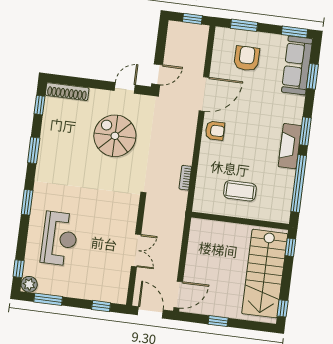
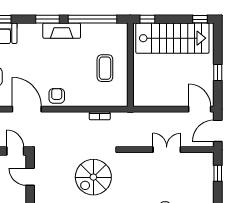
spiral stairs: (115, 136) -> (93, 177), moved

